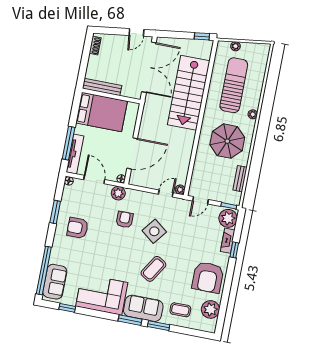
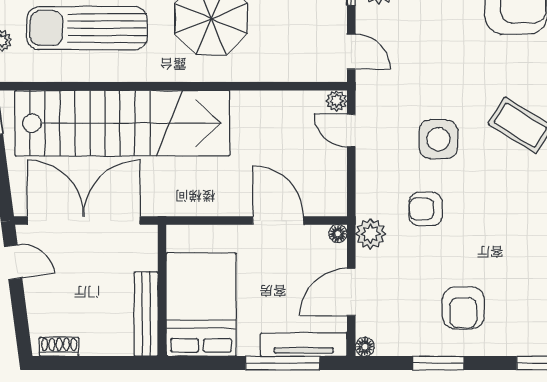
stairs: (189, 93) -> (122, 123), width x1.36
door: (132, 153) -> (278, 221), width x0.73
side table: (154, 231) -> (438, 139), turned -38

